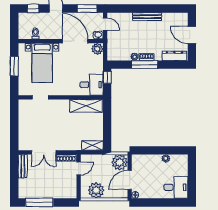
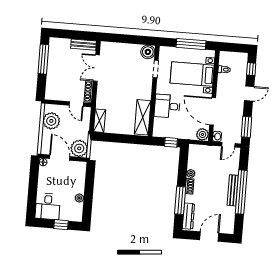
window: (148, 9) -> (241, 192), added
door: (75, 41) -> (213, 111), swing flipped
window: (145, 65) -> (180, 200), moved
window: (14, 66) -> (191, 44), width x1.44
desk: (92, 85) -> (167, 106), moved, turned 90
boiler: (25, 106) -> (148, 52), added
window: (192, 174) -> (61, 225), added

